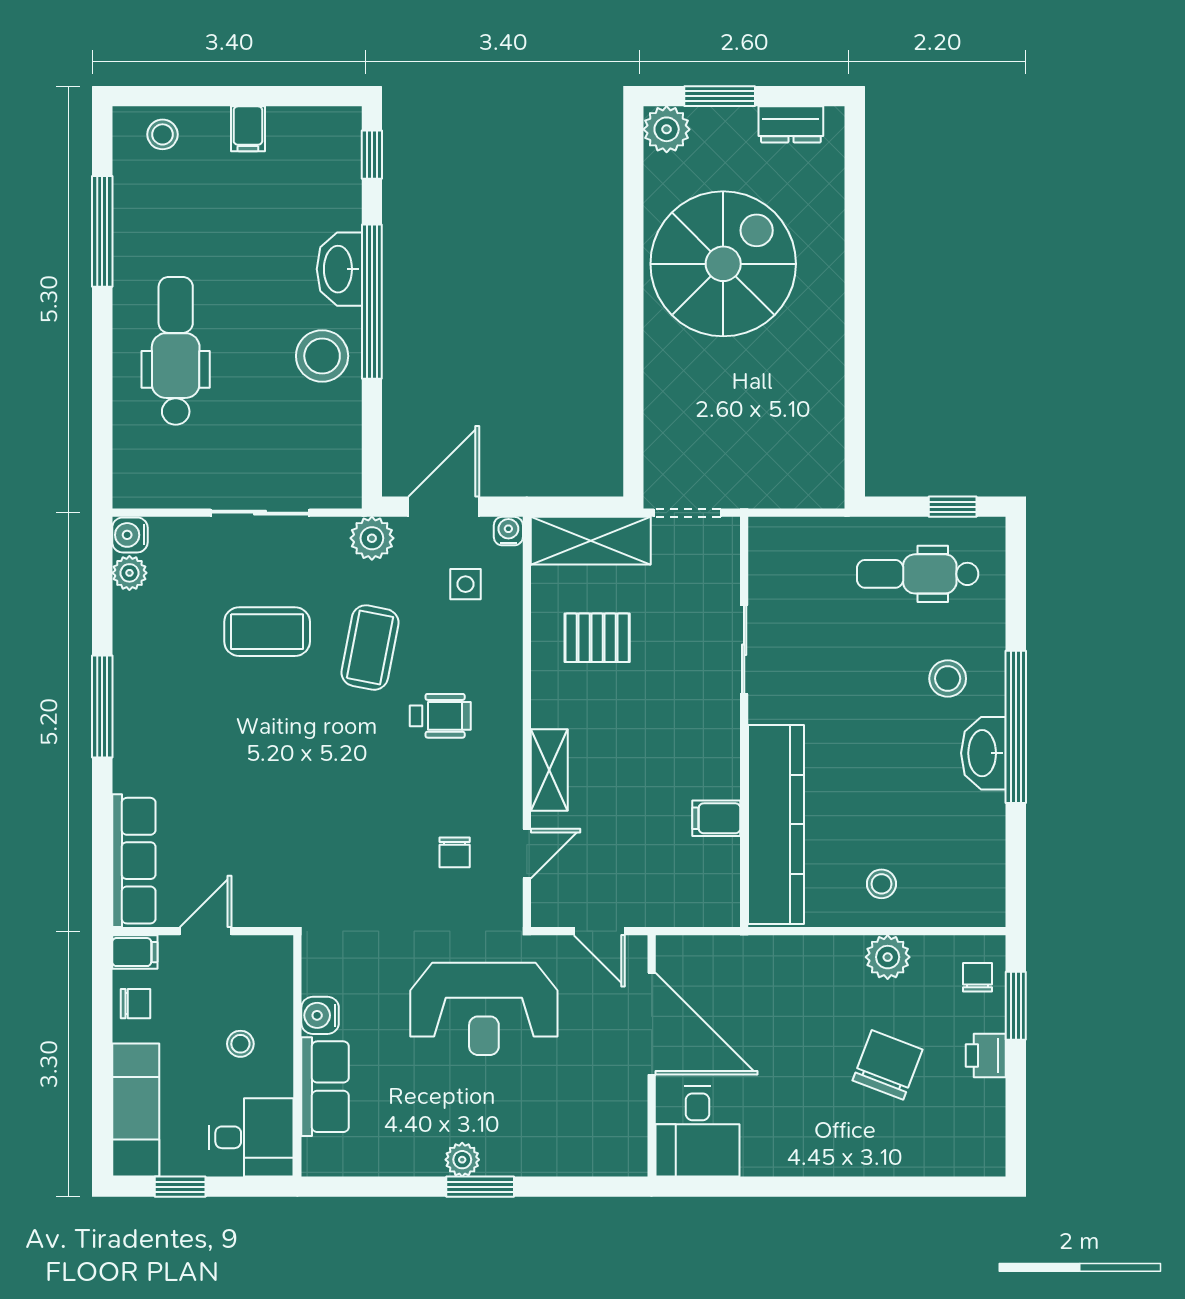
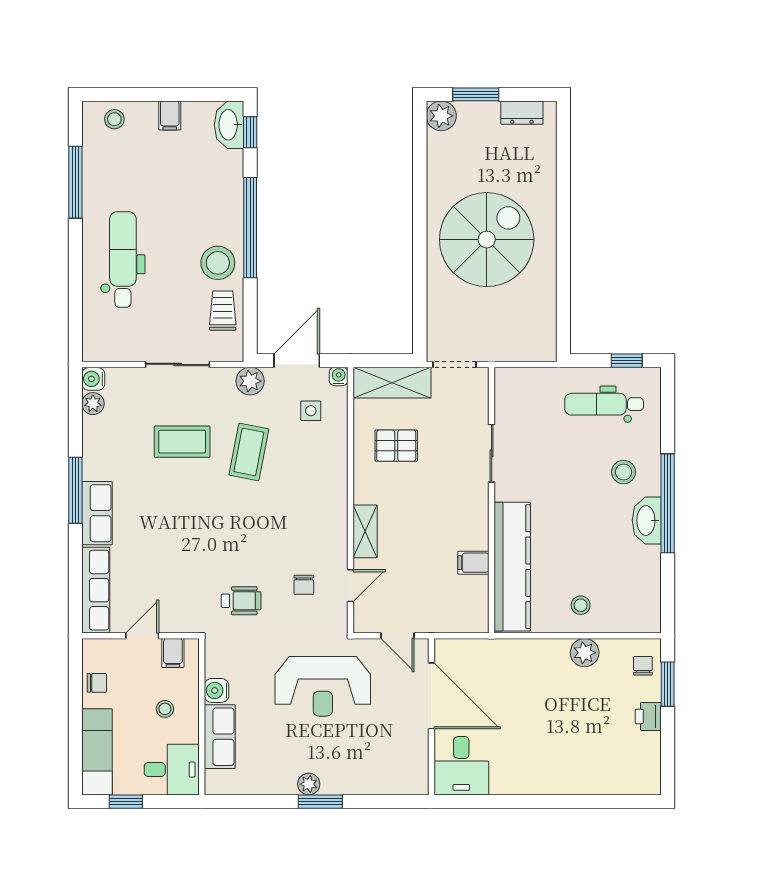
spiral stairs: (723, 264) -> (487, 240), moved
washbasin: (339, 269) -> (229, 125), moved
trolley: (330, 430) -> (223, 311), added
wheelchair: (440, 716) -> (241, 601), moved
row of seats: (136, 742) -> (97, 513), added
filing cabinet: (135, 952) -> (173, 653), moved, turned 90
chair: (887, 1065) -> (584, 723), removed

